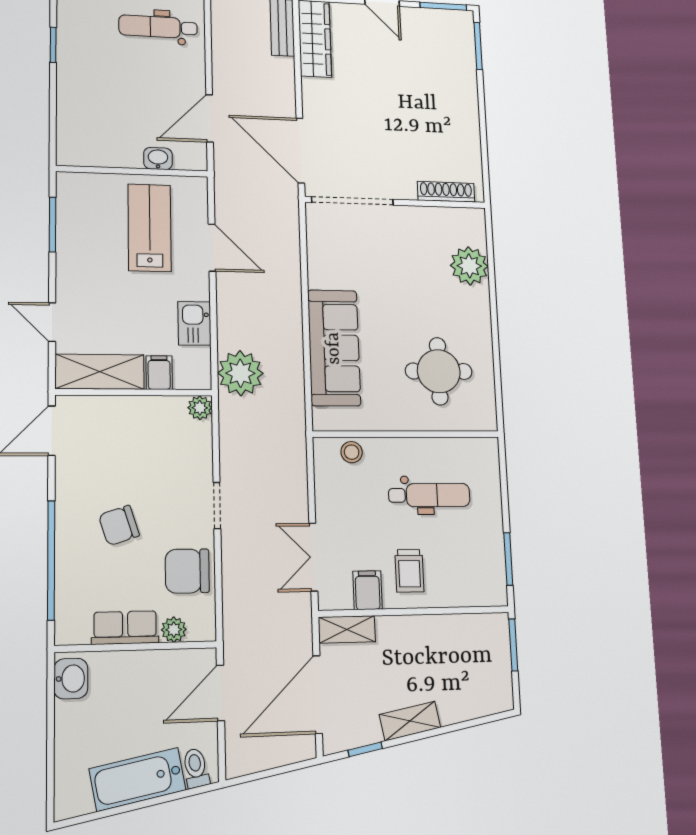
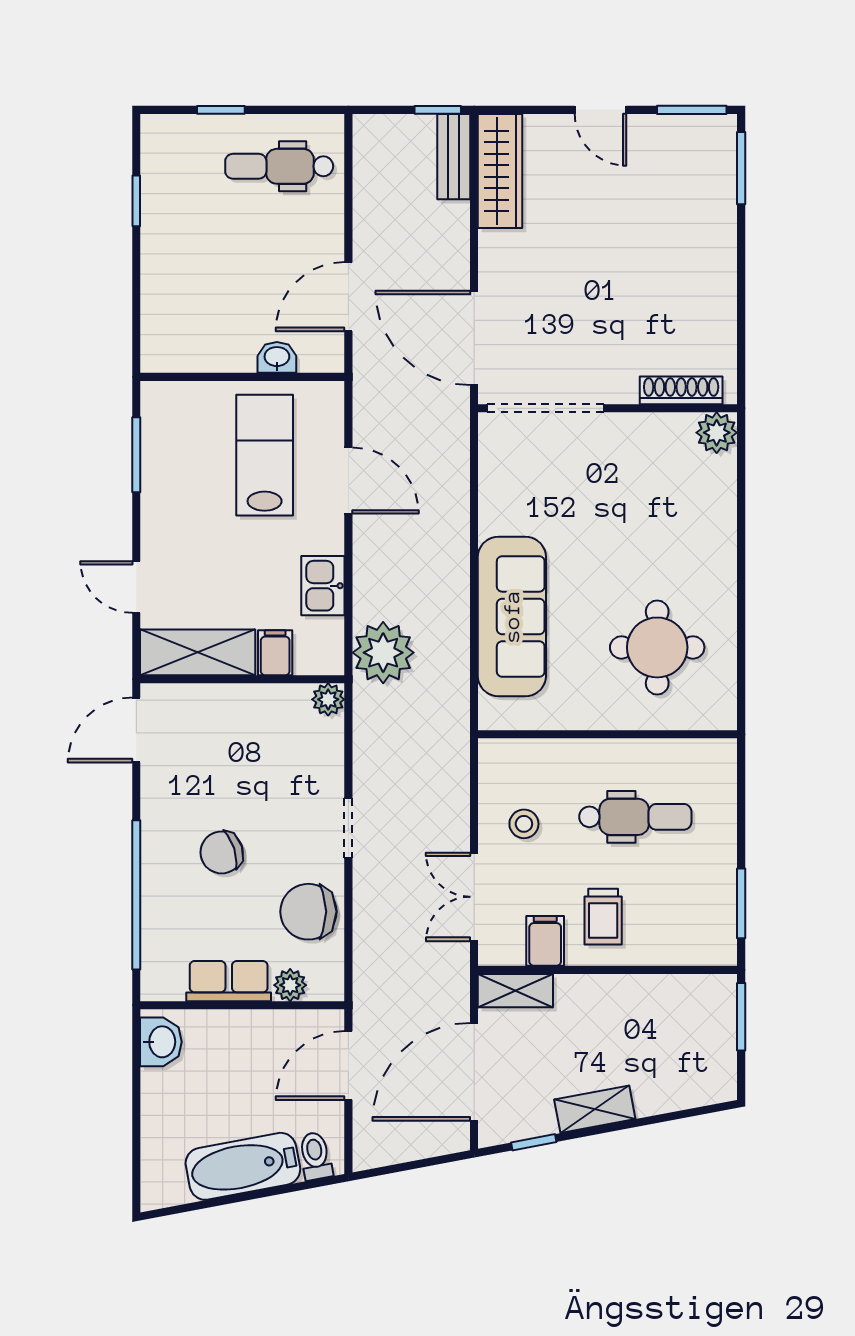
plant: (469, 266) -> (717, 433), moved, width x0.73, depth x0.73
stool: (352, 452) -> (524, 824), moved

